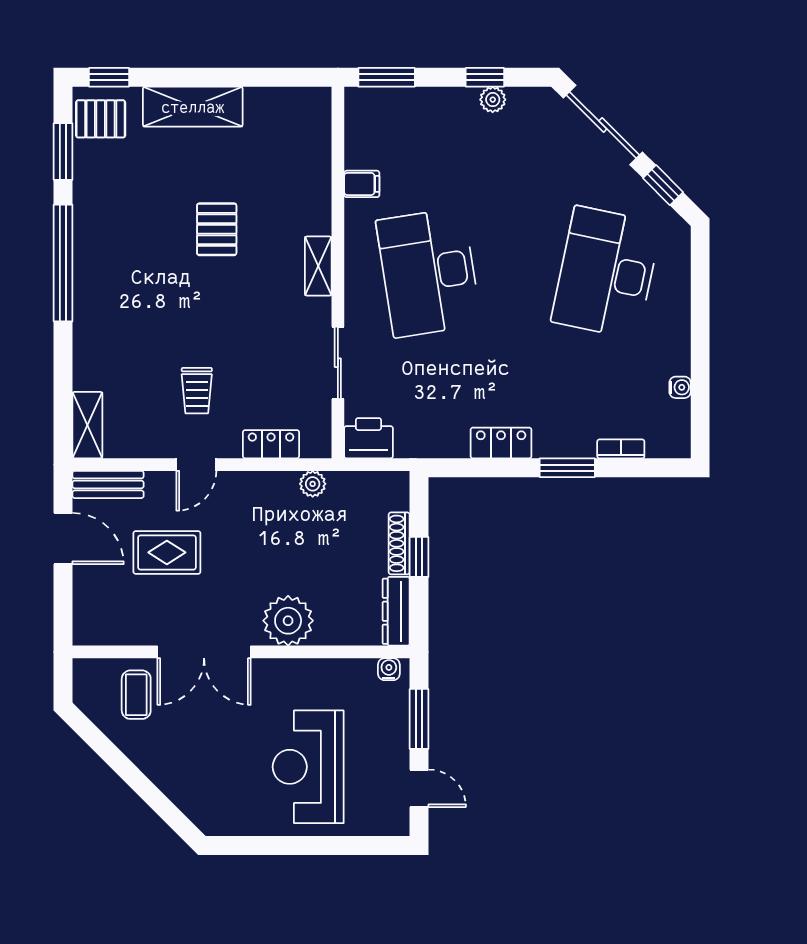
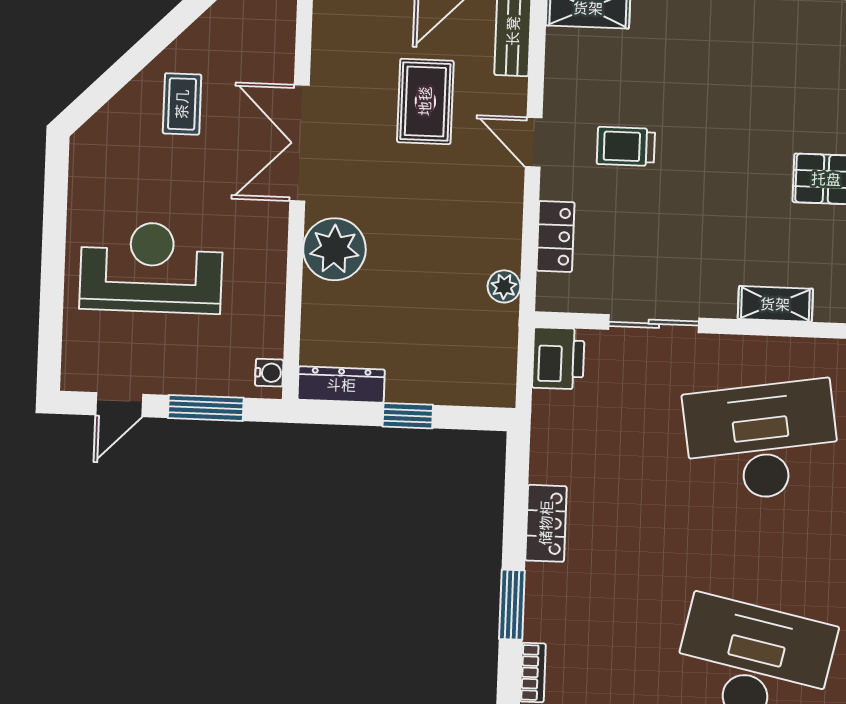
shoe rack: (399, 543) -> (426, 392), removed
coffee table: (136, 695) -> (182, 104), moved, turned 90

